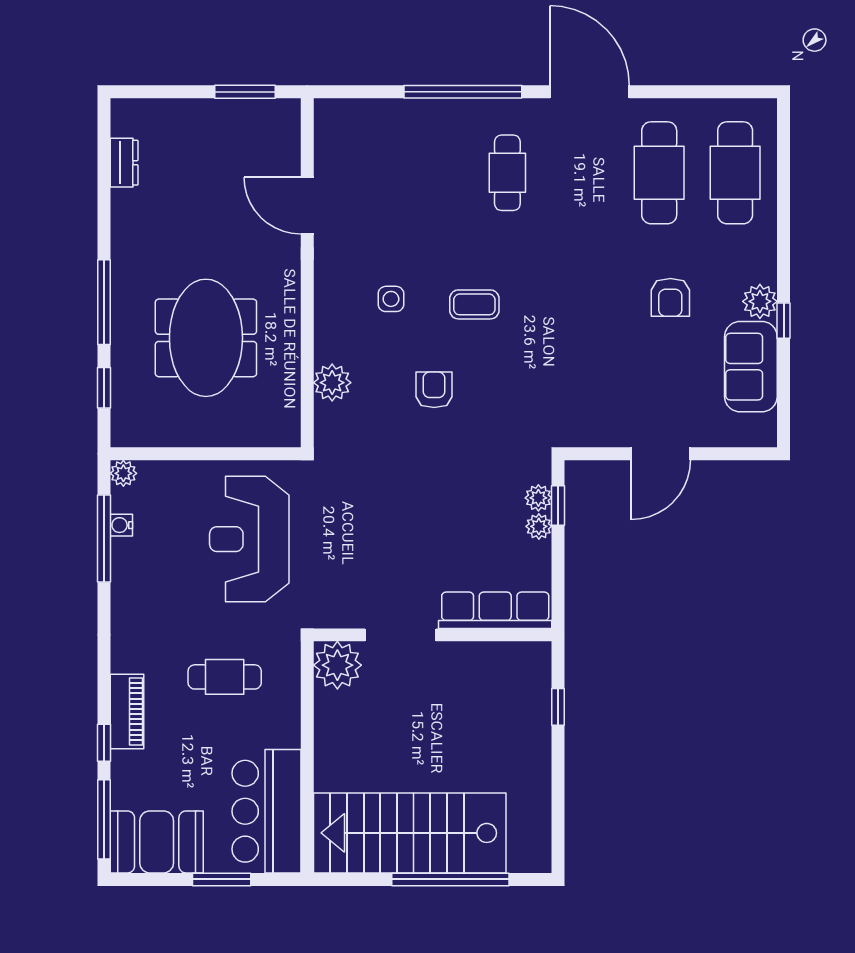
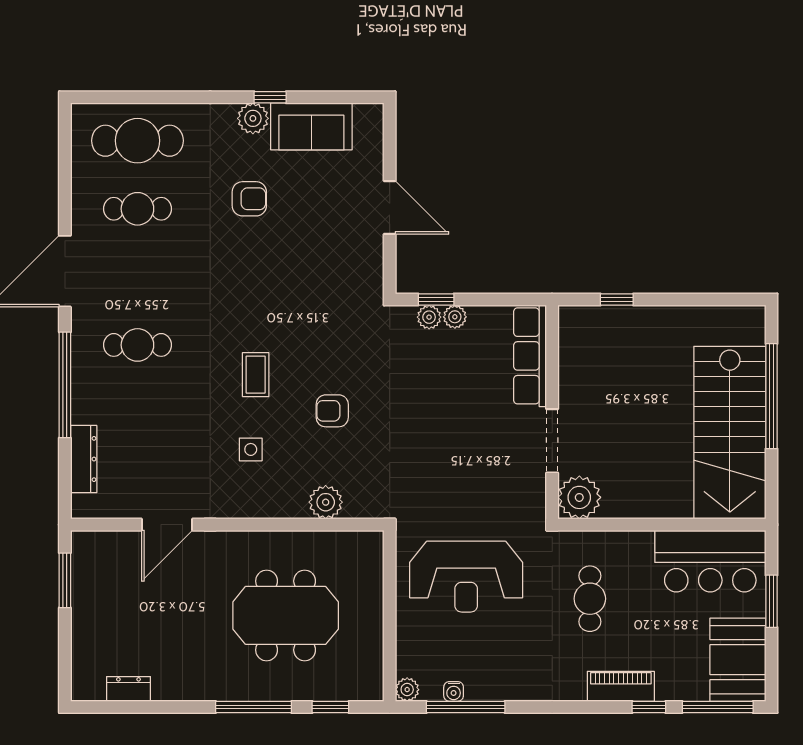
dresser: (380, 113) -> (84, 459), added
cafe table: (659, 173) -> (137, 209), width x0.73, depth x0.74

